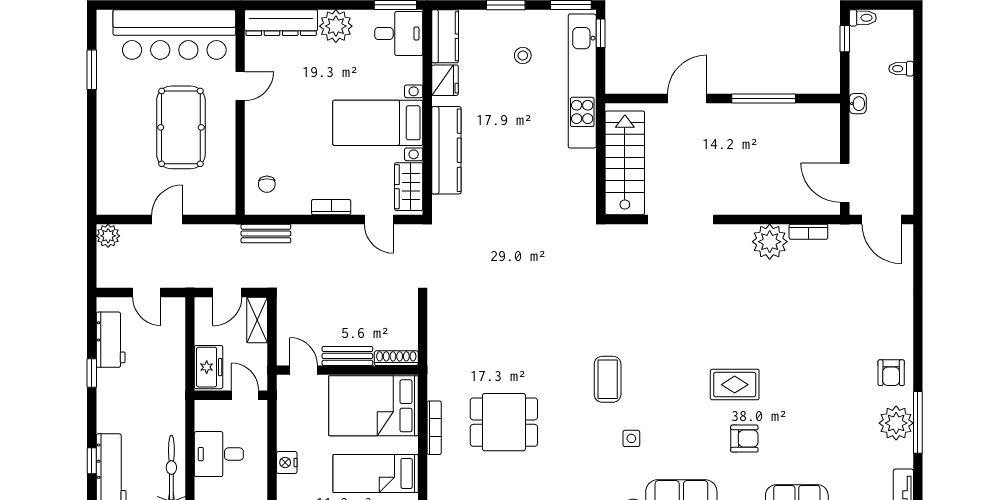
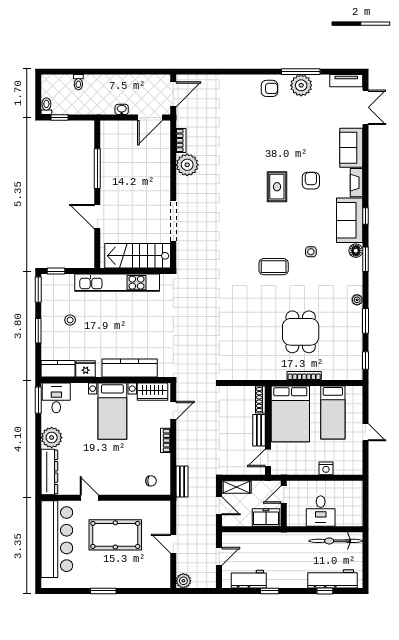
window: (92, 70) -> (103, 591), moved
kitchen unit: (582, 81) -> (117, 283), moved
washbasin: (858, 104) -> (122, 109), moved

